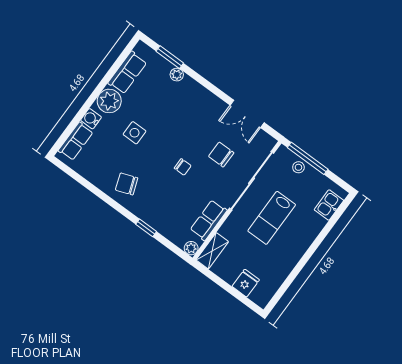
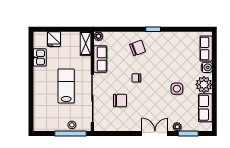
double door: (247, 114) -> (155, 134), moved
side table: (135, 133) -> (177, 89), moved
chair: (127, 184) -> (138, 48), moved
kitchen sink: (329, 205) -> (40, 57), moved
window: (146, 228) -> (153, 29), moved

